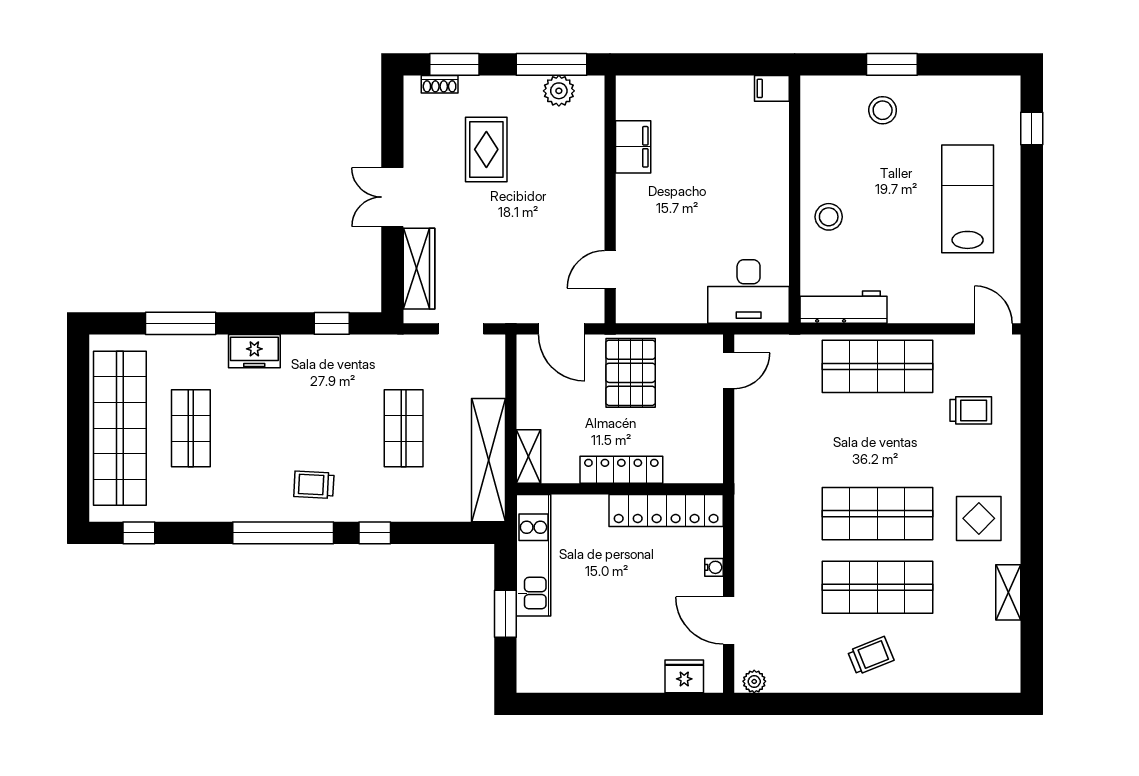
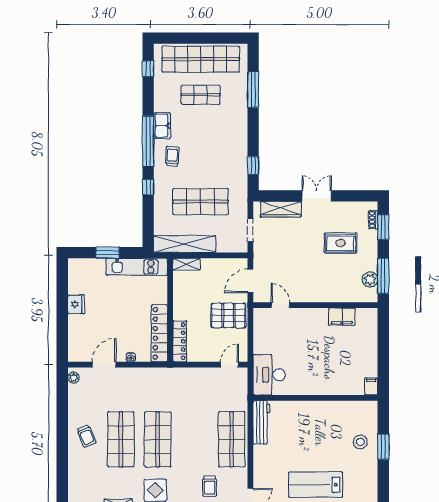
lab bench: (968, 199) -> (316, 485), turned 180
stool: (829, 217) -> (307, 415), removed
freezer: (254, 351) -> (162, 126), moved, turned 180
door: (729, 371) -> (229, 365), swing flipped
shop shelf: (404, 428) -> (201, 202), width x1.43, depth x1.36
locker: (621, 470) -> (180, 341), moved
fridge: (684, 676) -> (76, 304), moved

